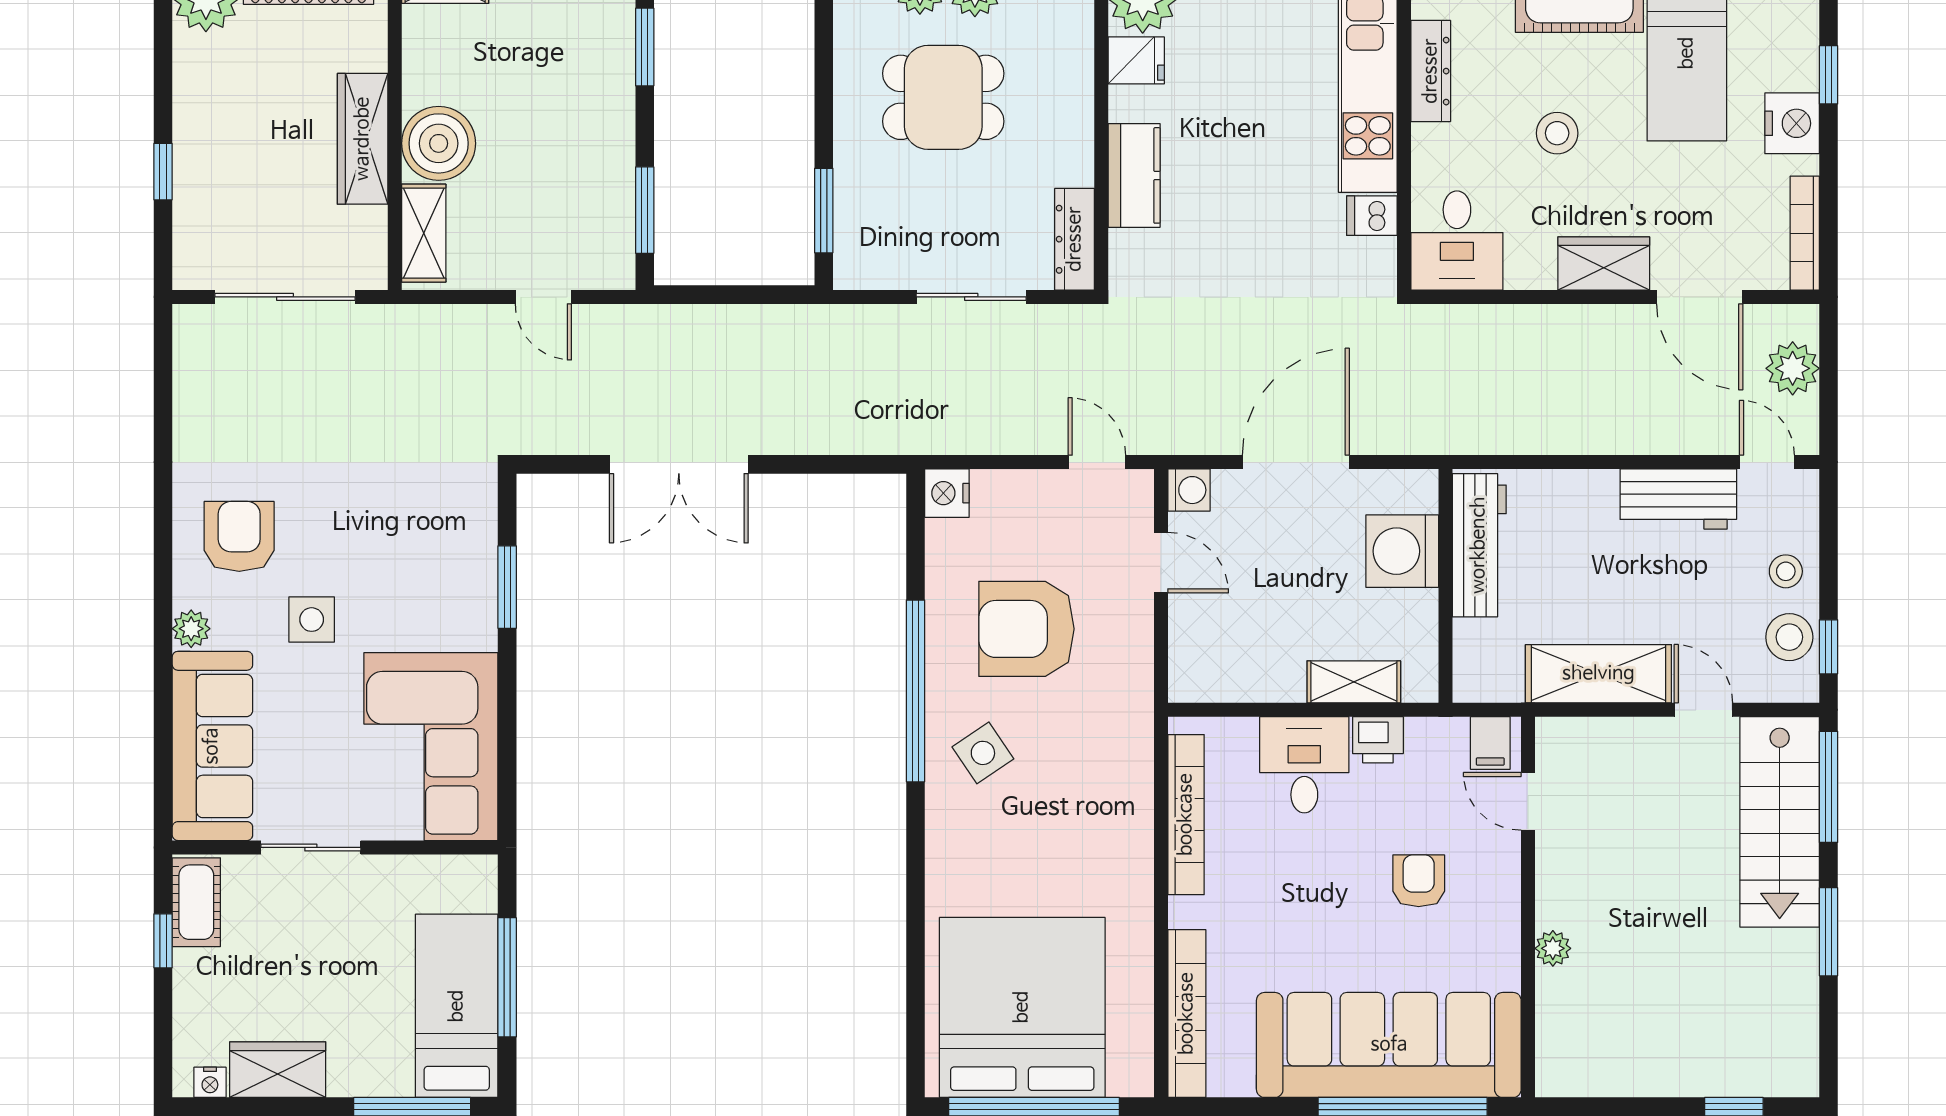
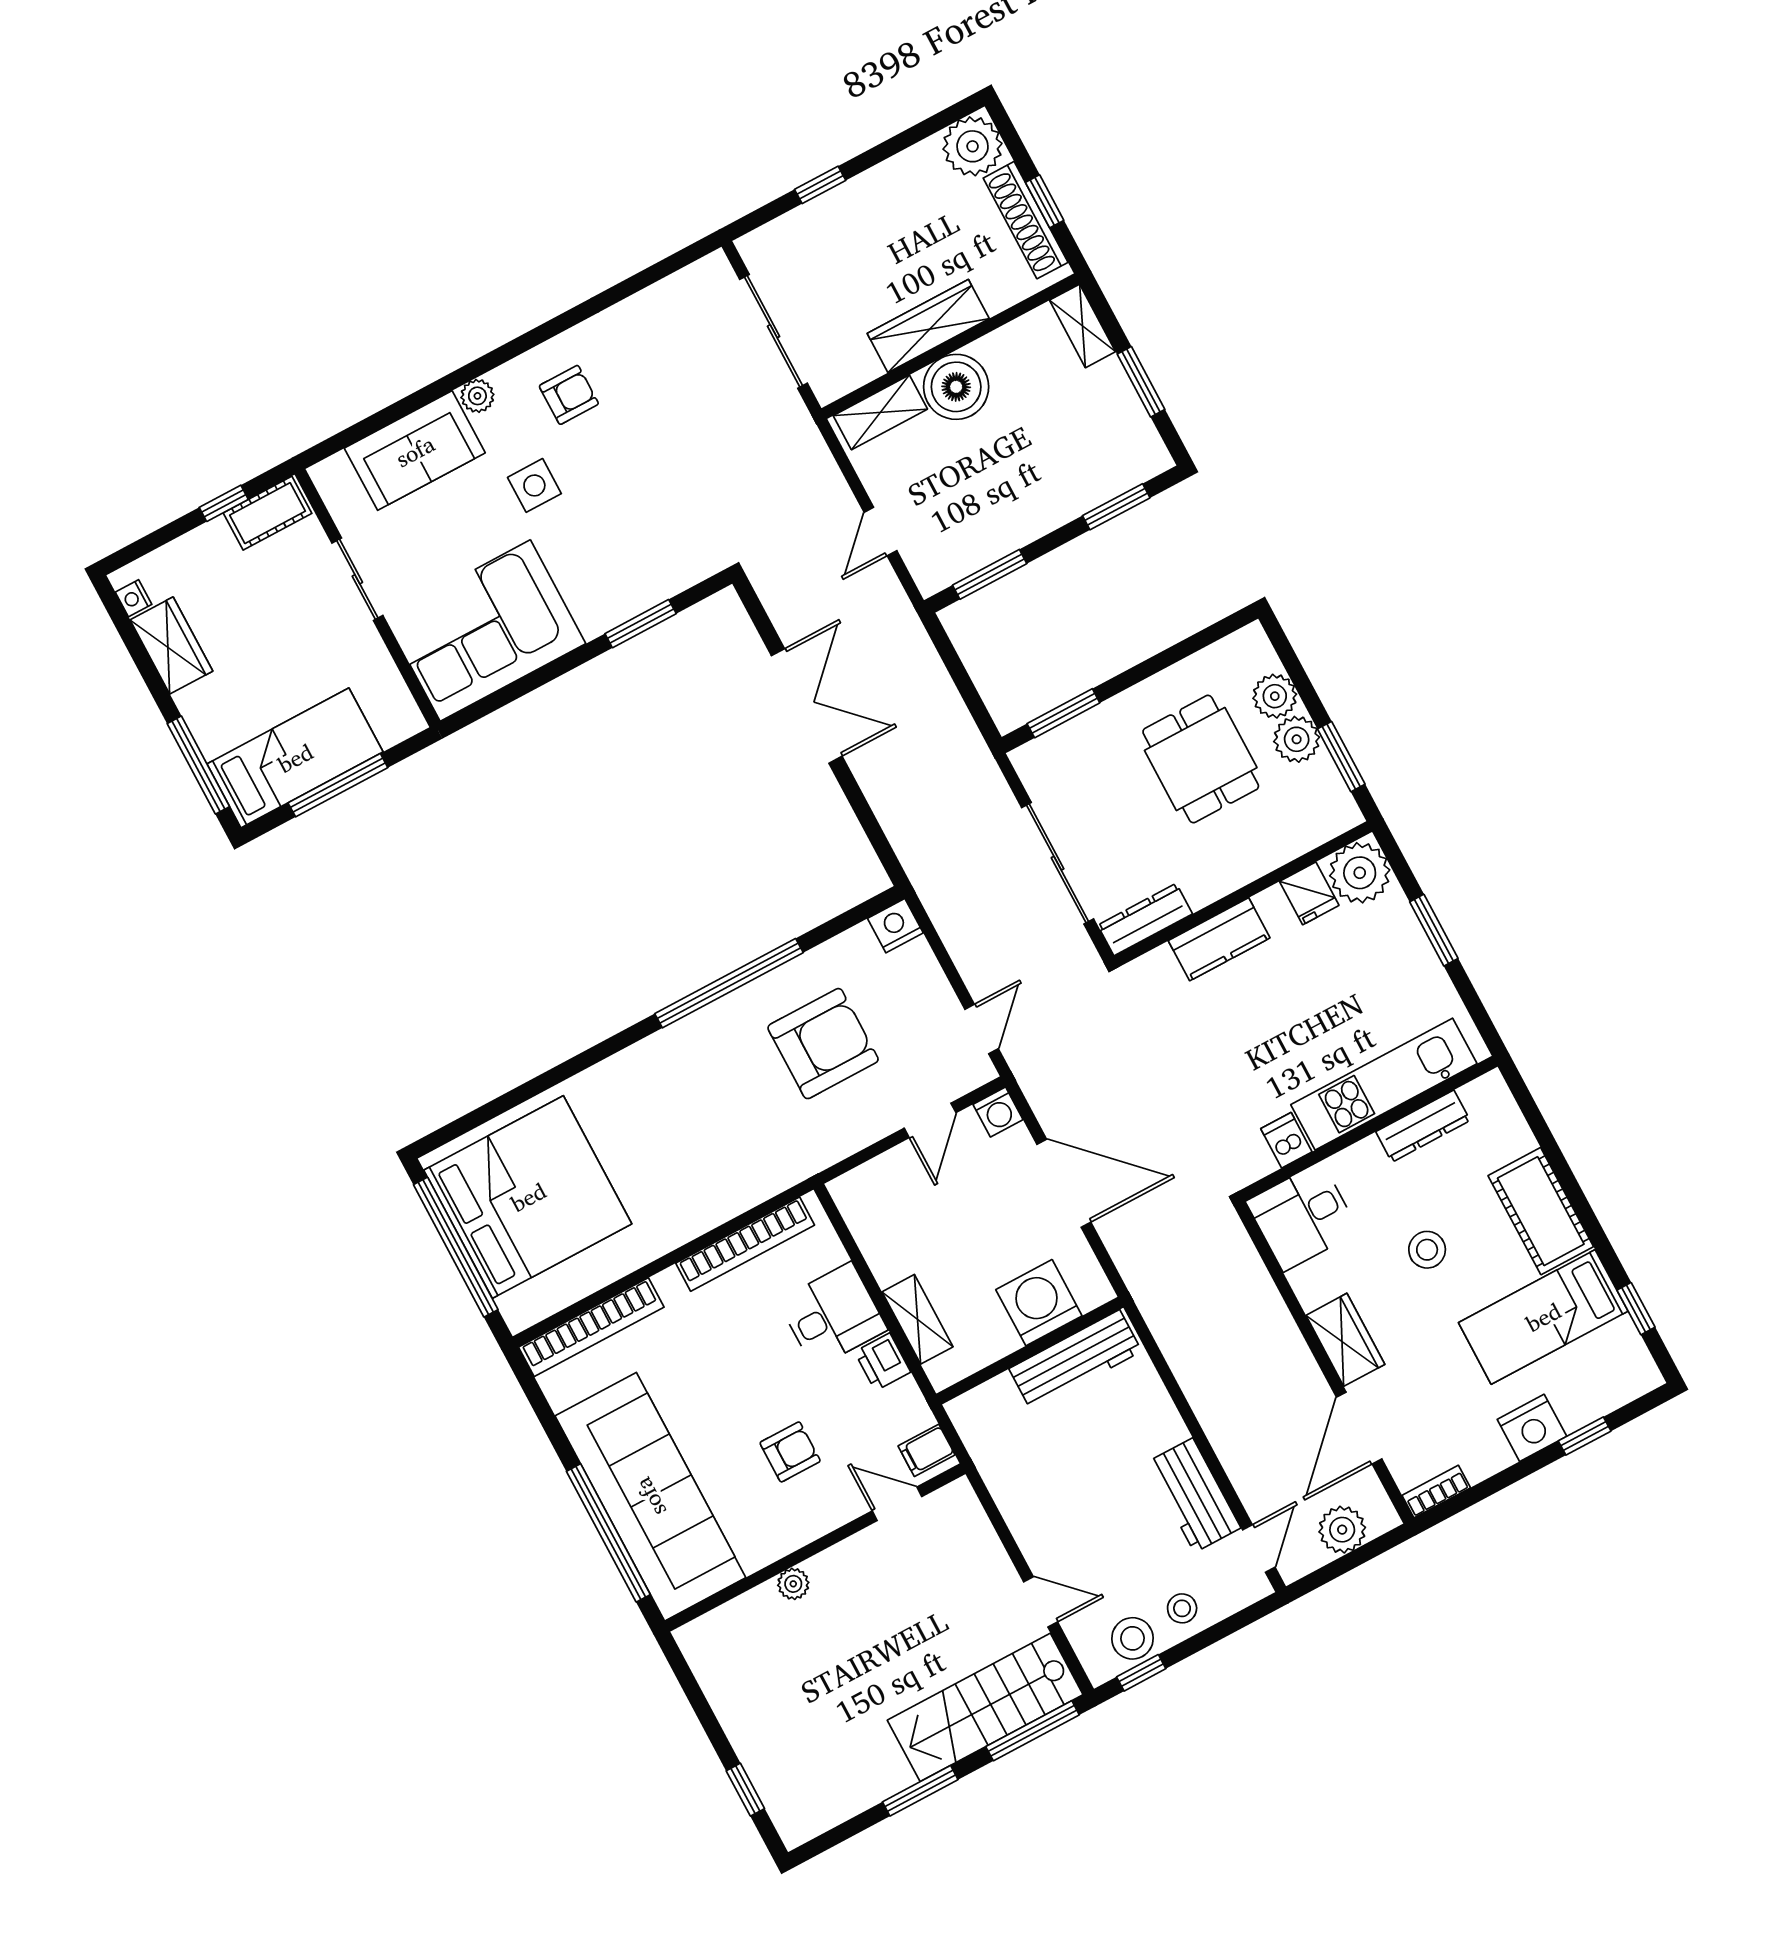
bookcase: (1805, 233) -> (1436, 1492), width x0.64
sliding door: (971, 297) -> (1058, 863), width x1.37
double door: (679, 464) -> (807, 706), swing flipped
armchair: (239, 536) -> (569, 395), width x0.72, depth x0.72
armchair: (1026, 629) -> (823, 1044), turned 90
shelving: (1598, 674) -> (1025, 1506), removed
door: (1703, 710) -> (1041, 1602), hinge flipped
sofa: (212, 746) -> (415, 451), width x0.73
side table: (983, 753) -> (709, 1061), removed
door: (1528, 801) -> (897, 1504), hinge flipped

